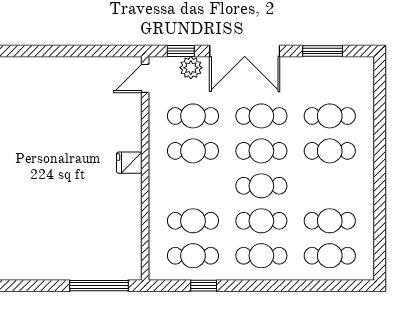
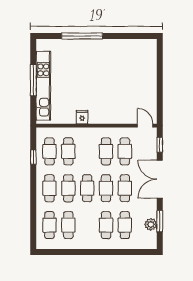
plant: (191, 68) -> (151, 224), moved
fridge: (129, 163) -> (82, 117), moved
kitchen unit: (71, 267) -> (43, 86), added
window: (99, 286) -> (33, 80), moved

